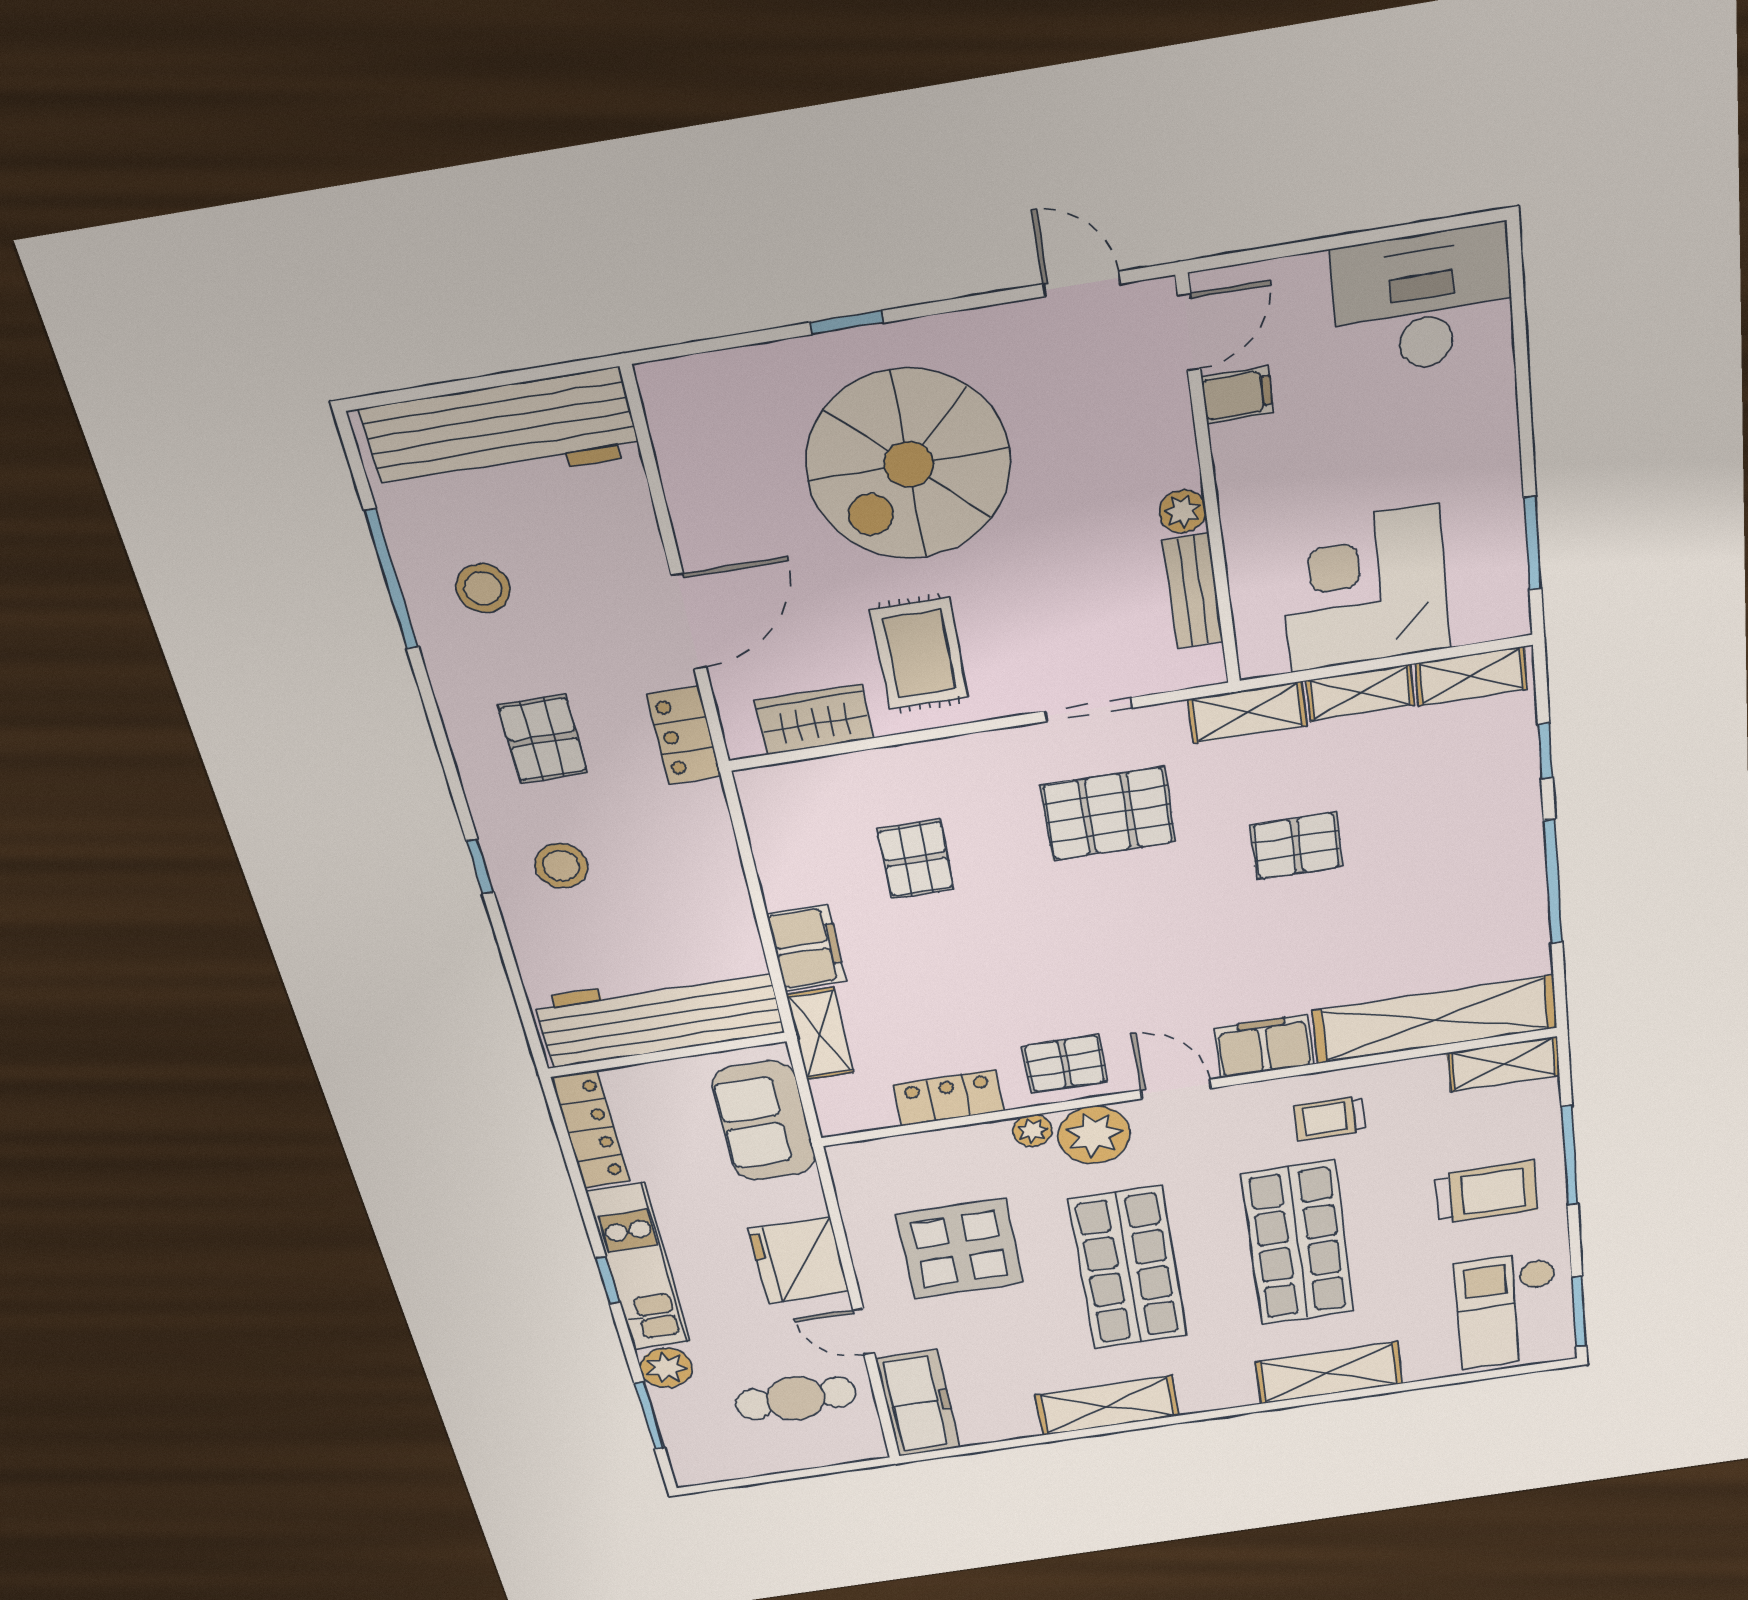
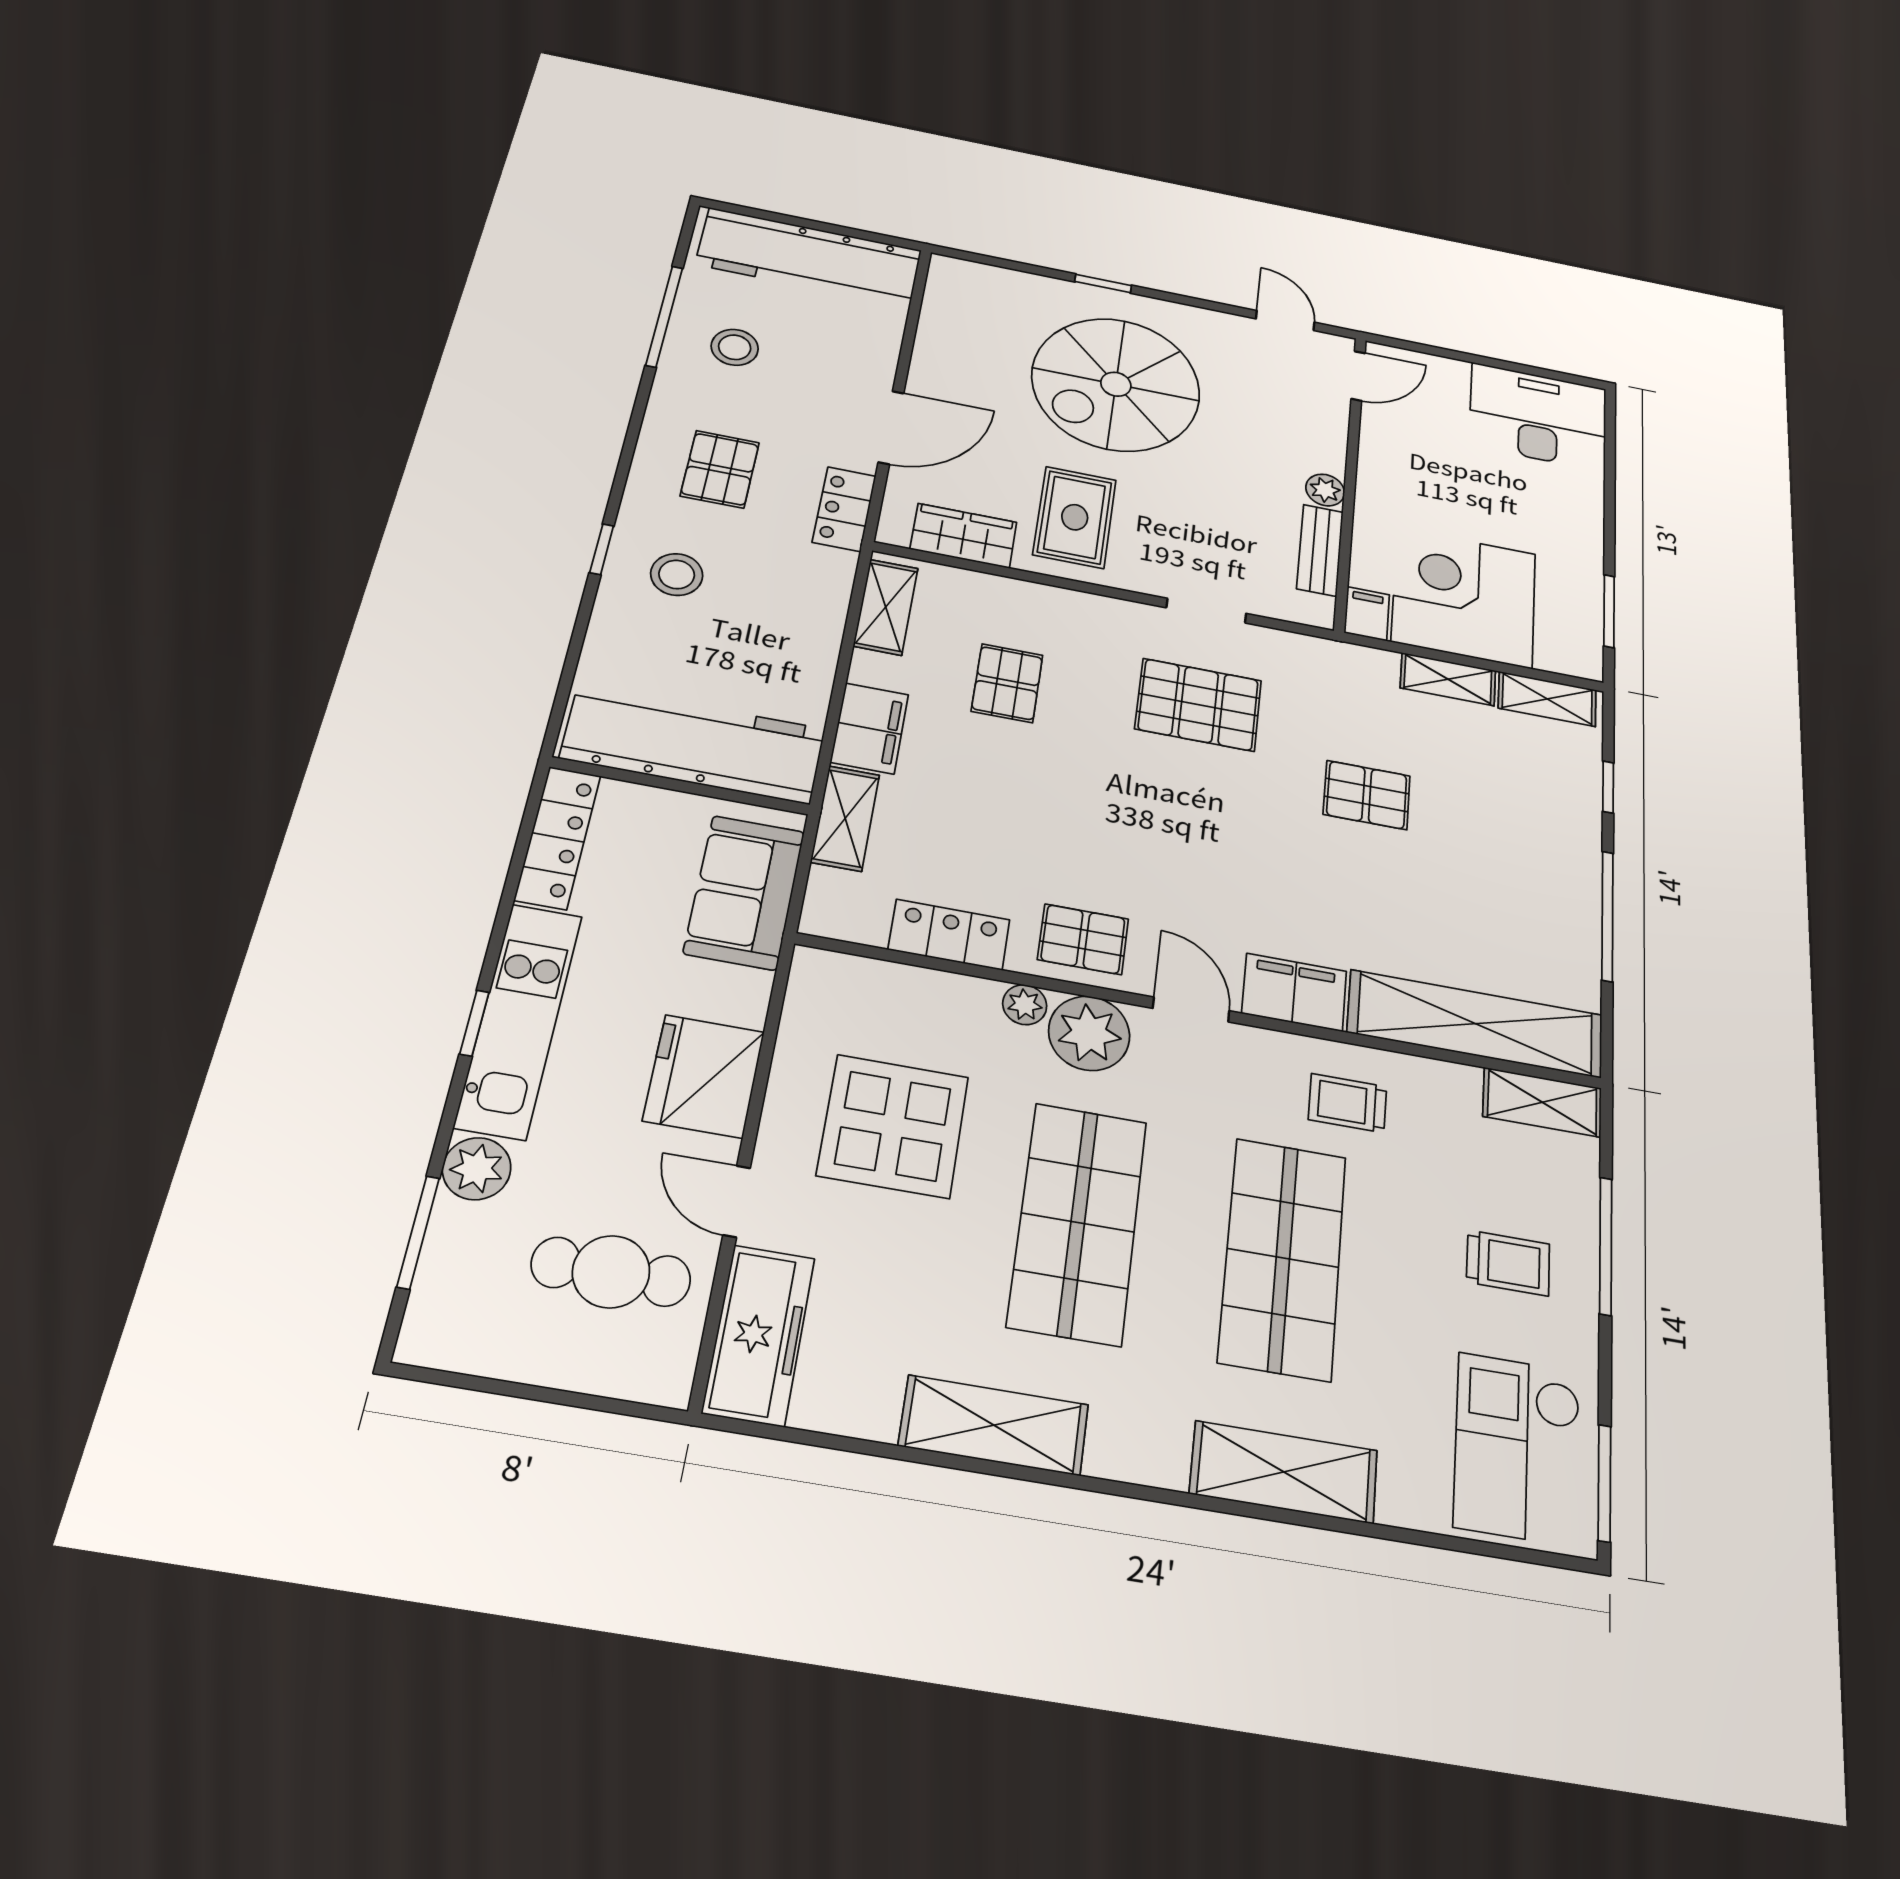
filing cabinet: (1237, 395) -> (1367, 614), moved, turned -90
shelving: (1247, 712) -> (886, 607), moved, turned 90
trolley: (1486, 1192) -> (1508, 1263), width x0.73, depth x0.72

